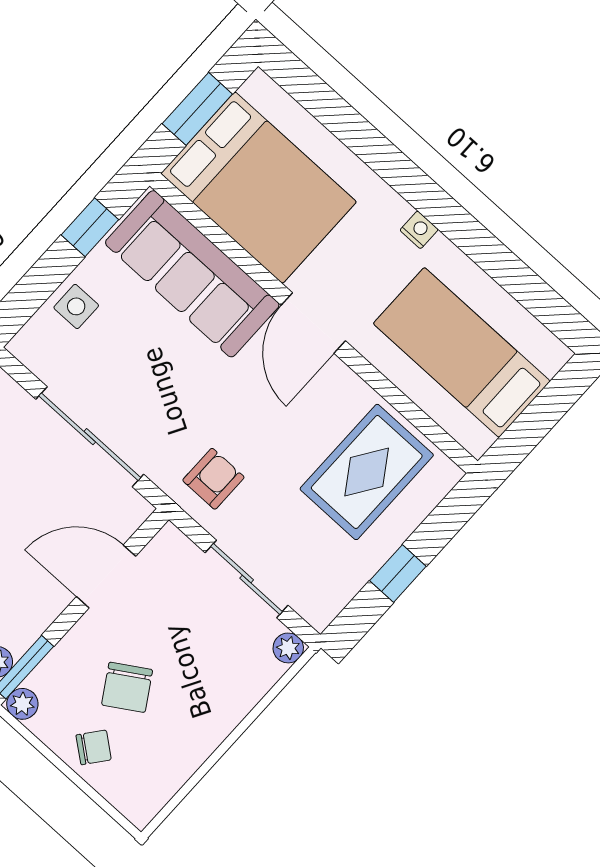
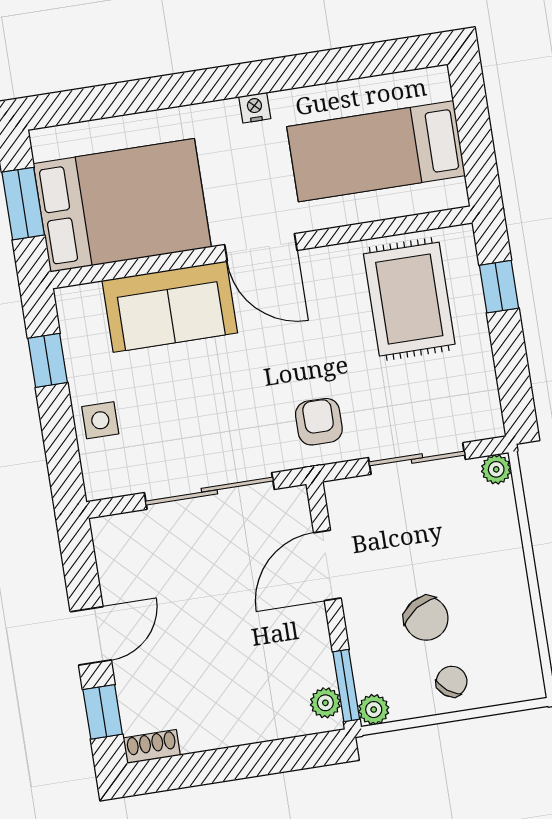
sofa: (192, 274) -> (170, 307), width x0.73
window: (398, 573) -> (499, 287), moved

